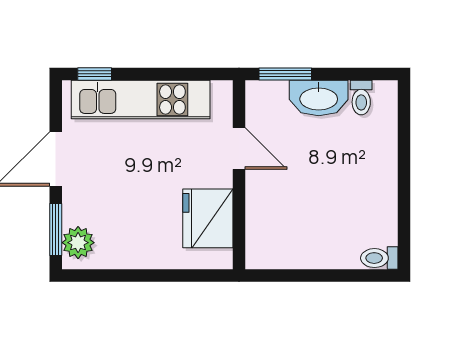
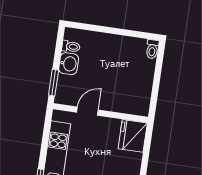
washbasin: (319, 98) -> (69, 64), width x0.72
fridge: (208, 218) -> (133, 136), moved, turned 90

